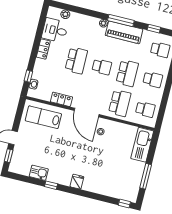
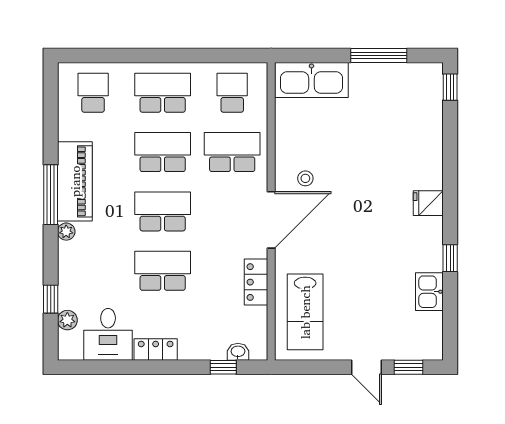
window: (154, 29) -> (51, 299), moved
school desk: (102, 67) -> (163, 211), width x1.85
school desk: (153, 80) -> (163, 93), width x1.85

